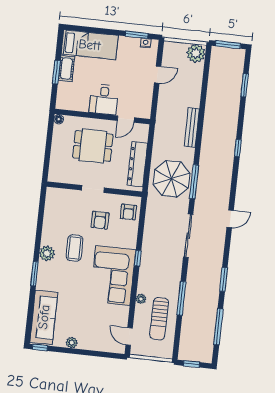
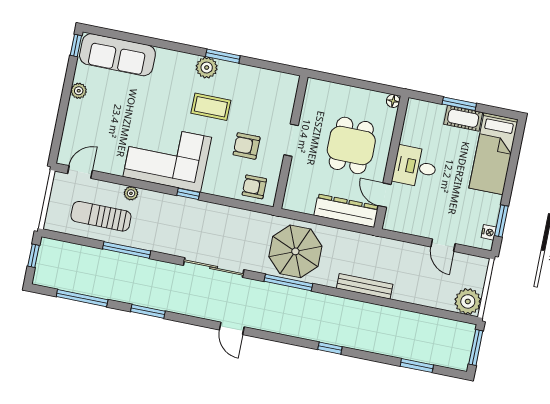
dresser: (137, 164) -> (346, 211), moved
window: (34, 274) -> (223, 56), moved

